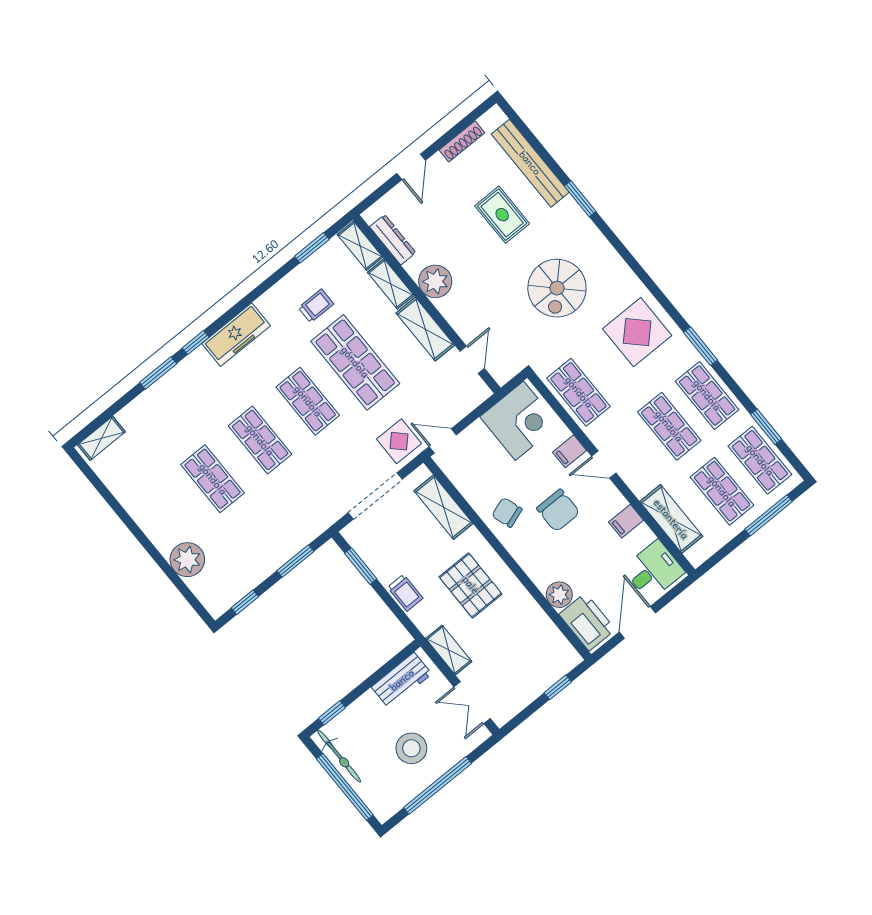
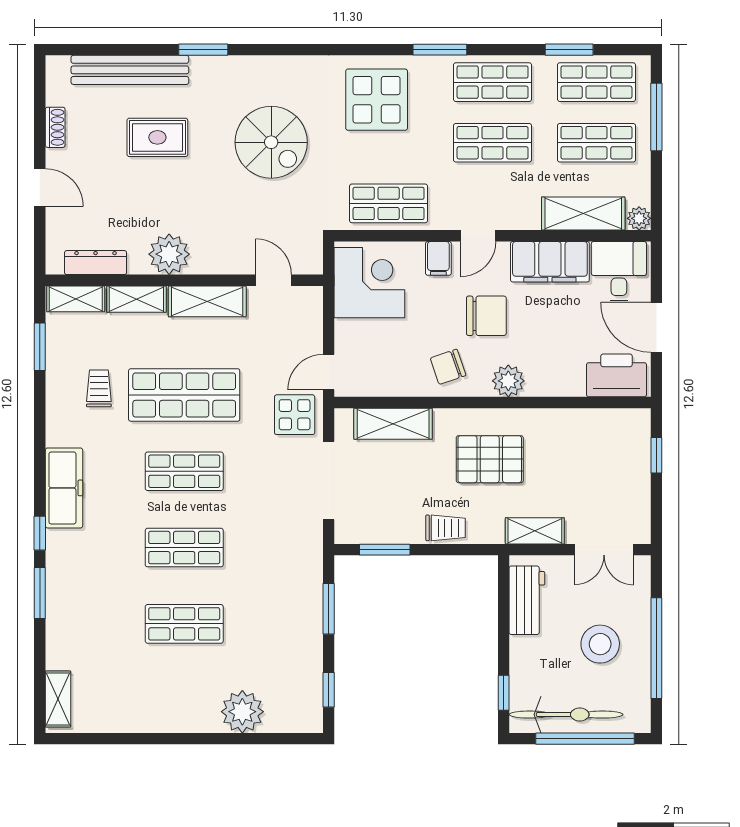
shoe rack: (462, 141) -> (55, 127), width x0.70
filing cabinet: (626, 521) -> (550, 262), width x3.00, depth x1.17
plant: (697, 556) -> (639, 218), added
plant: (559, 595) -> (508, 381), moved
bicycle: (339, 756) -> (566, 715), width x1.37, depth x1.40

